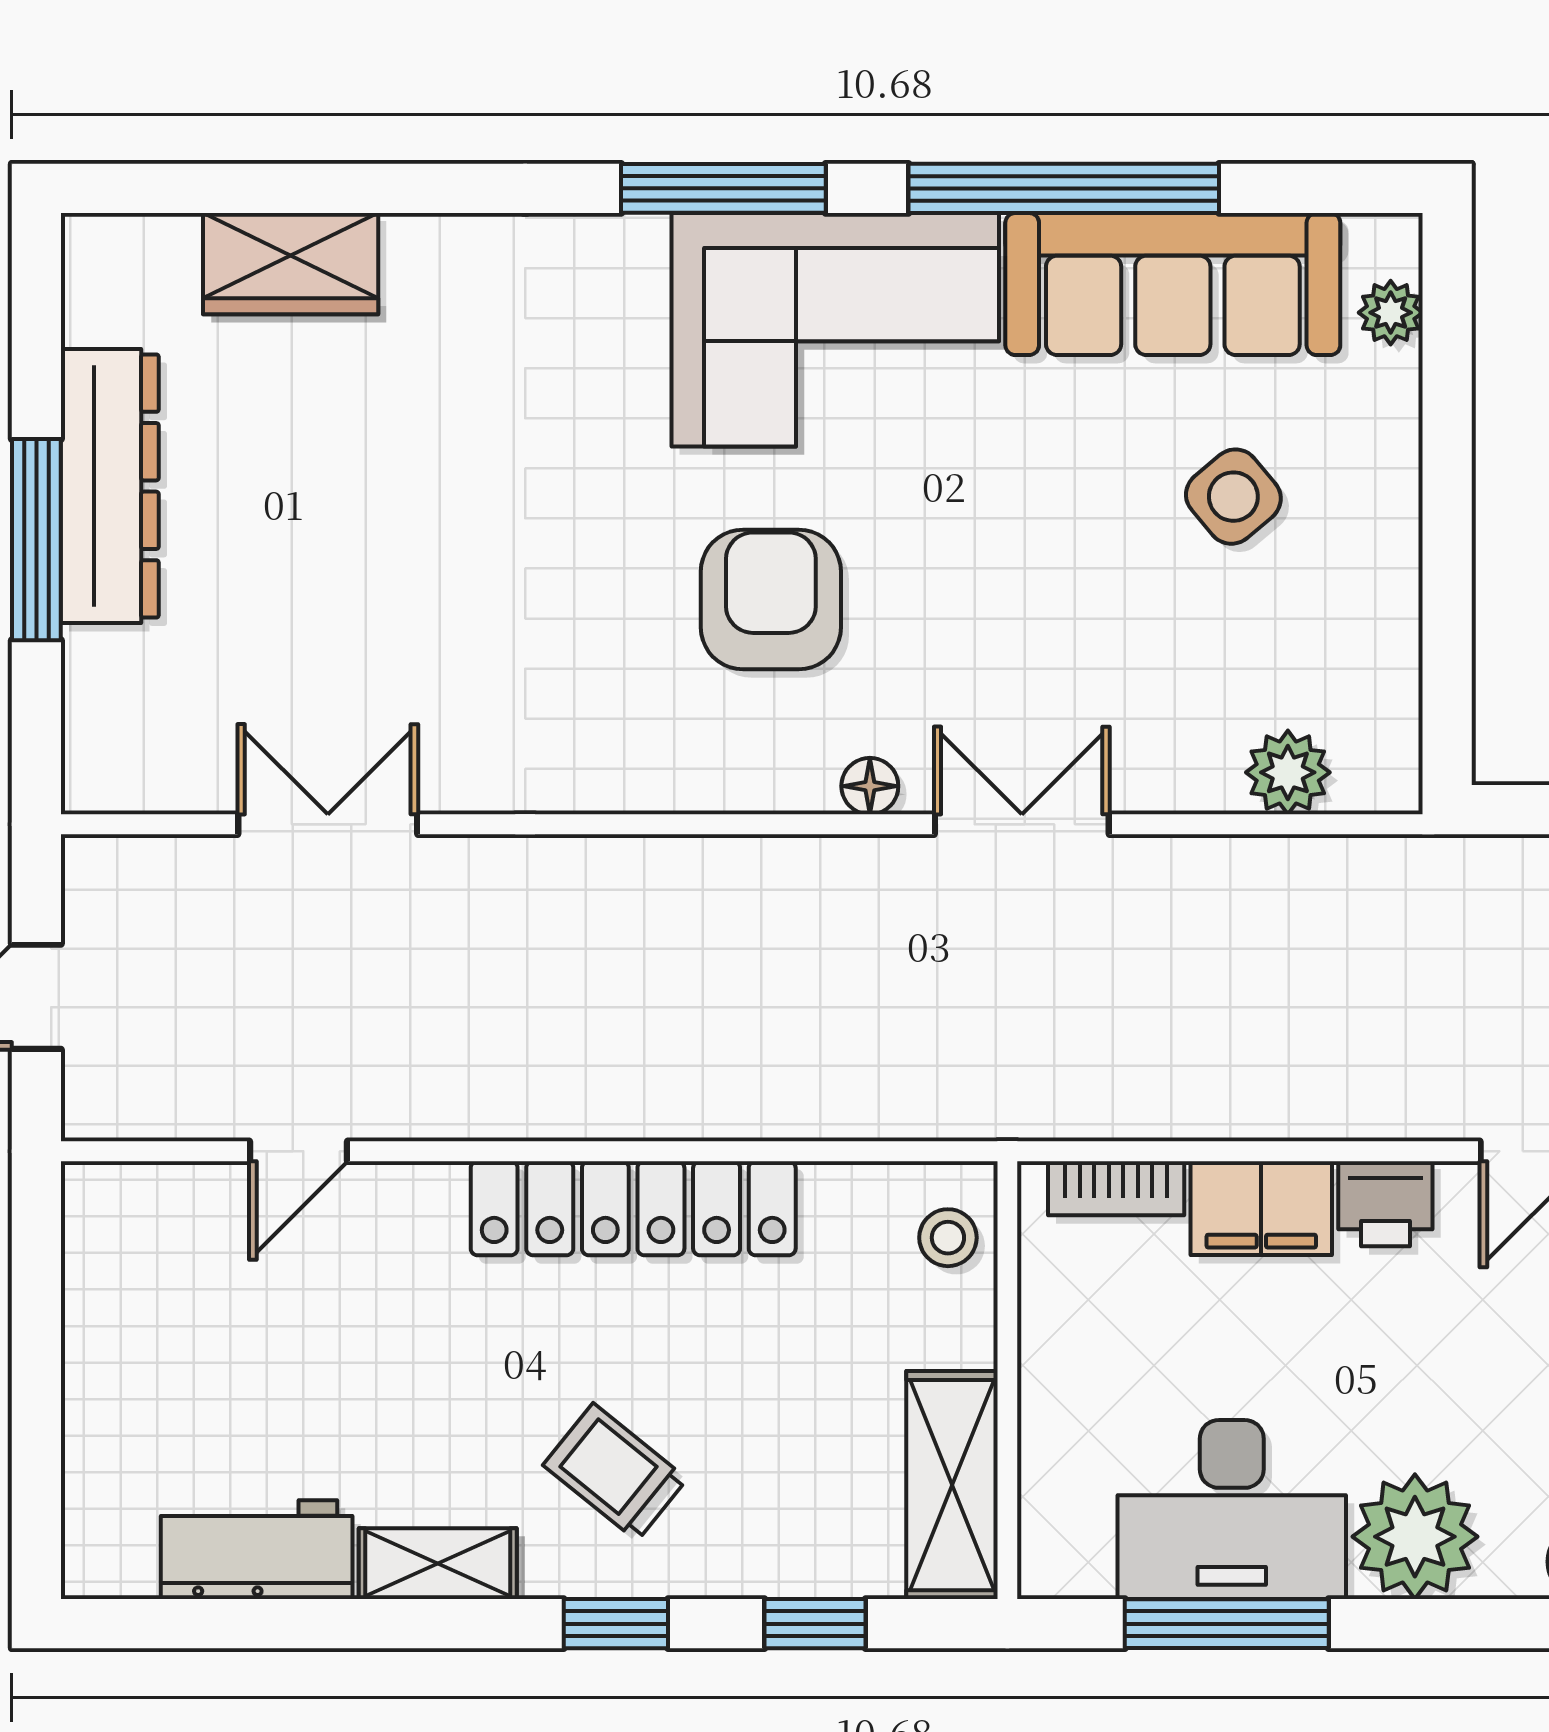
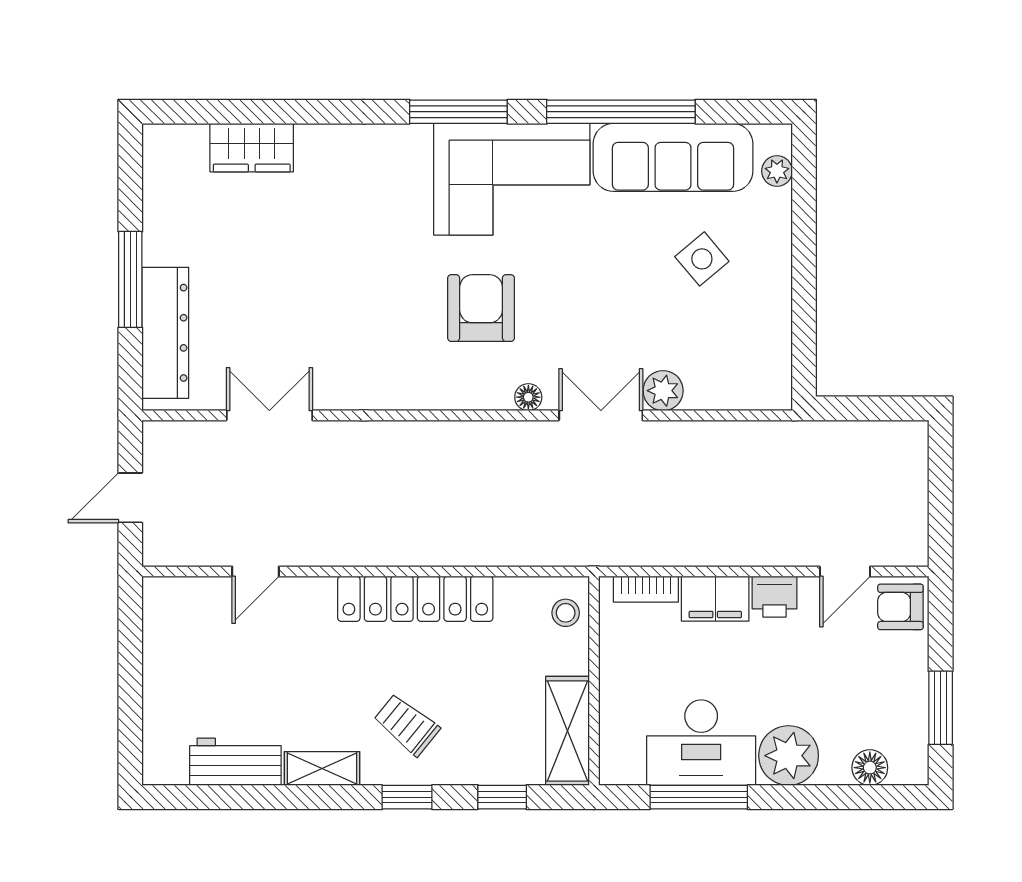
dresser: (110, 486) -> (165, 333), moved
plant: (1288, 772) -> (663, 391), moved

